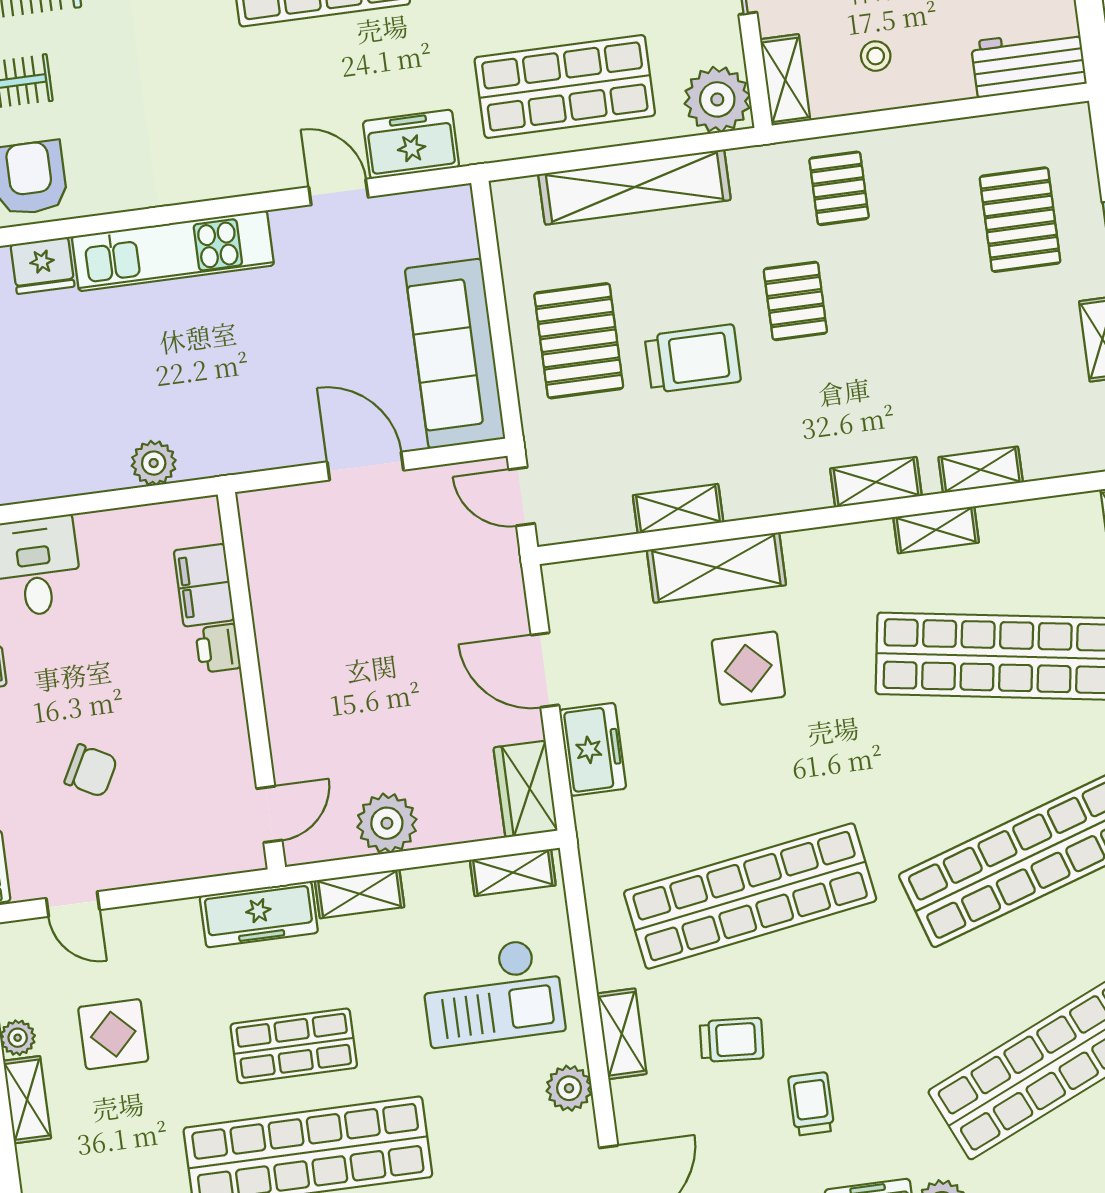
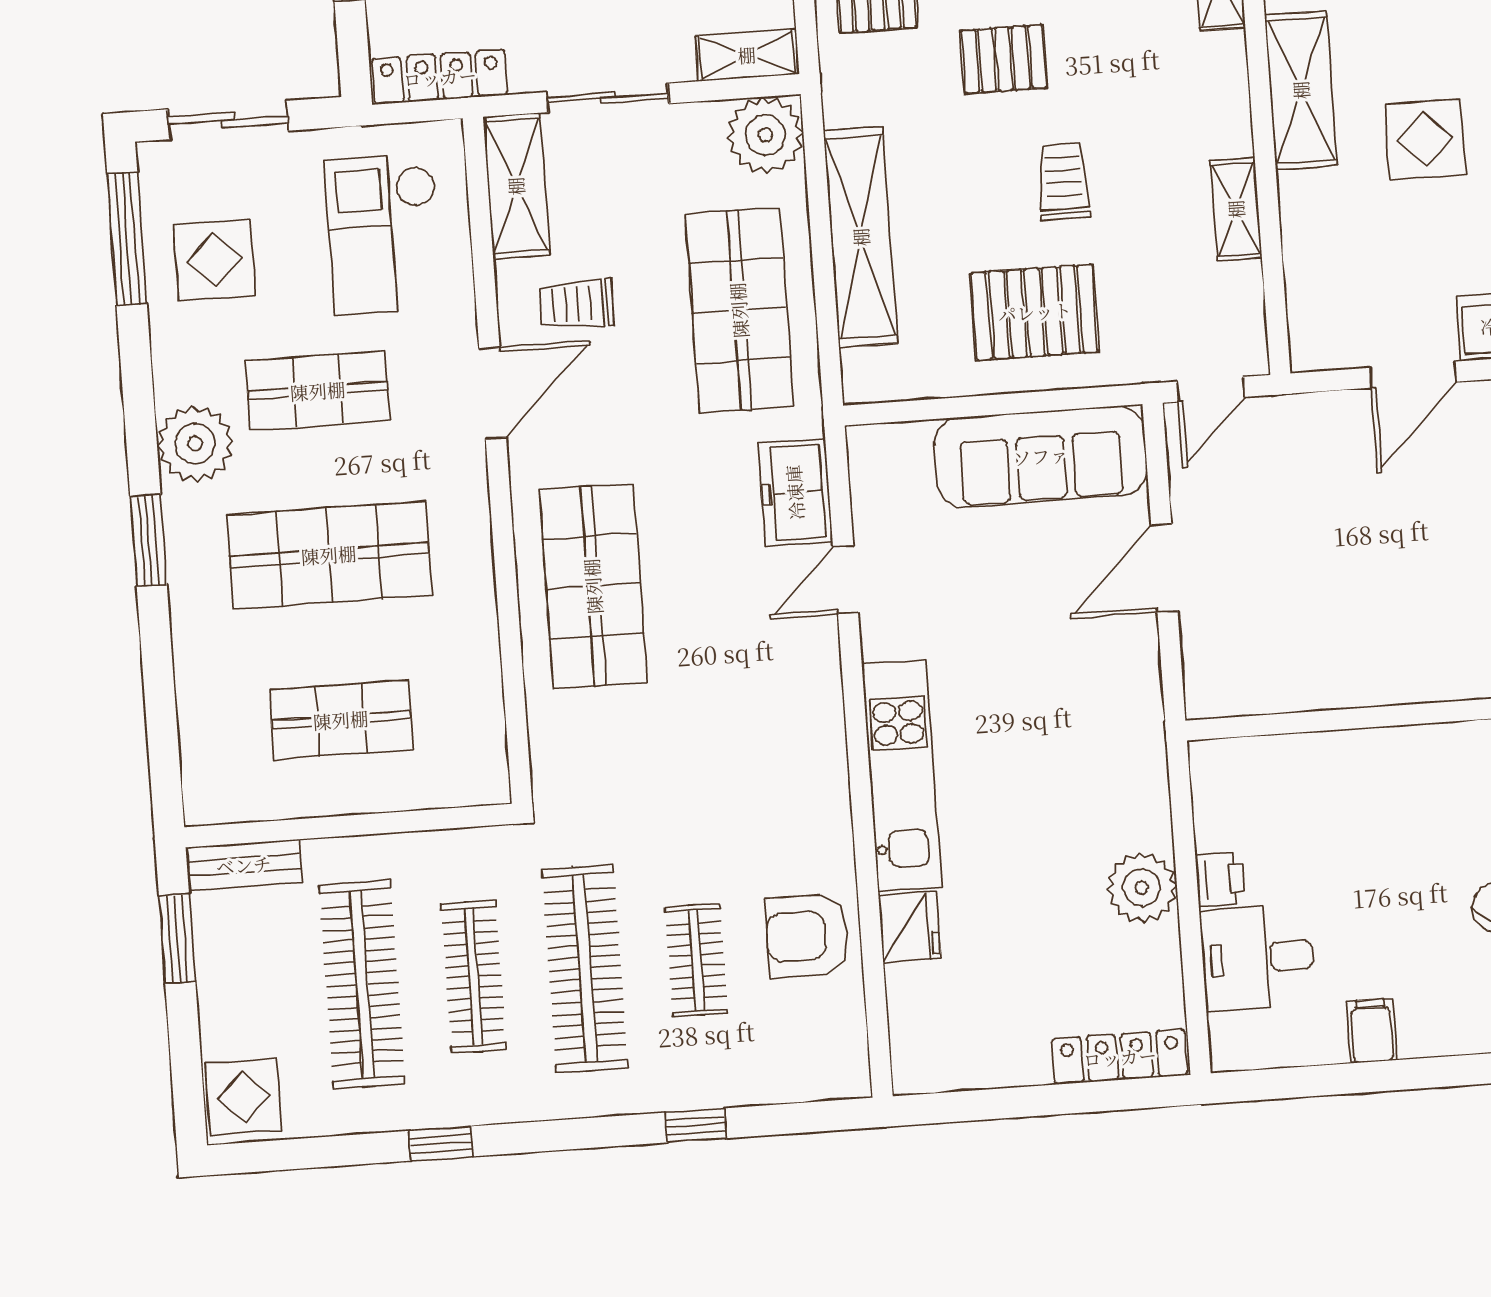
trolley: (693, 359) -> (1063, 182), width x0.73, depth x0.72
plant: (154, 463) -> (1142, 888), moved, width x1.36, depth x1.36
shelving: (716, 568) -> (1301, 90), moved
filing cabinet: (204, 585) -> (1291, 763), removed
printer: (218, 648) -> (1220, 879), moved, turned -90

